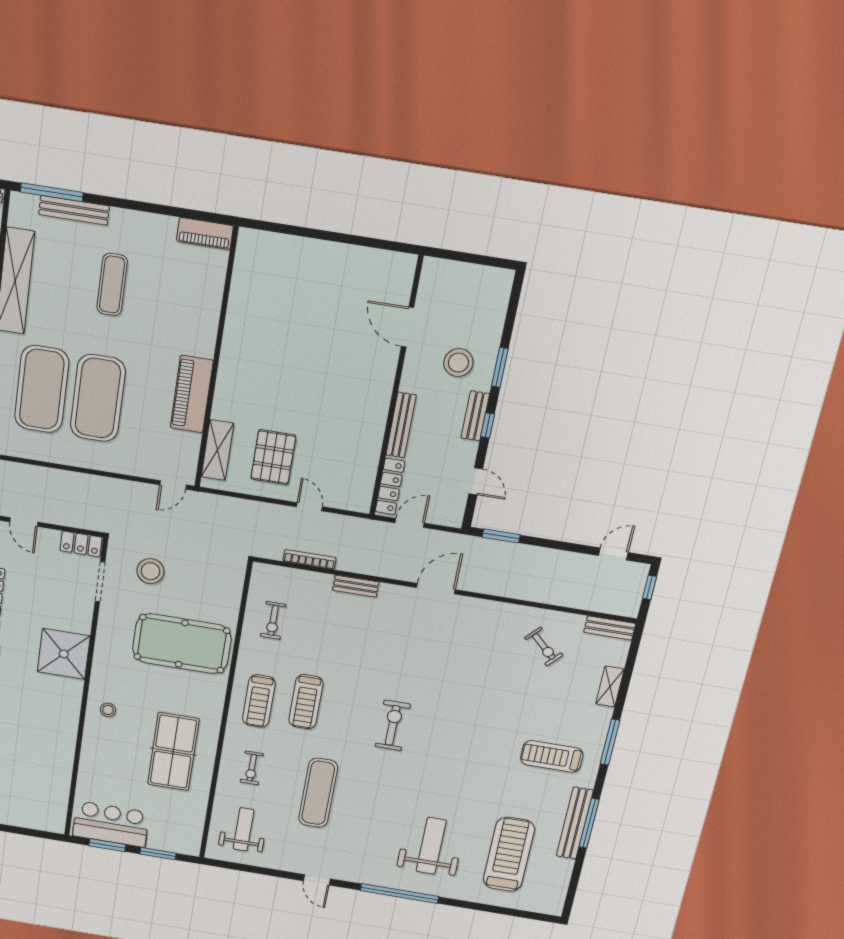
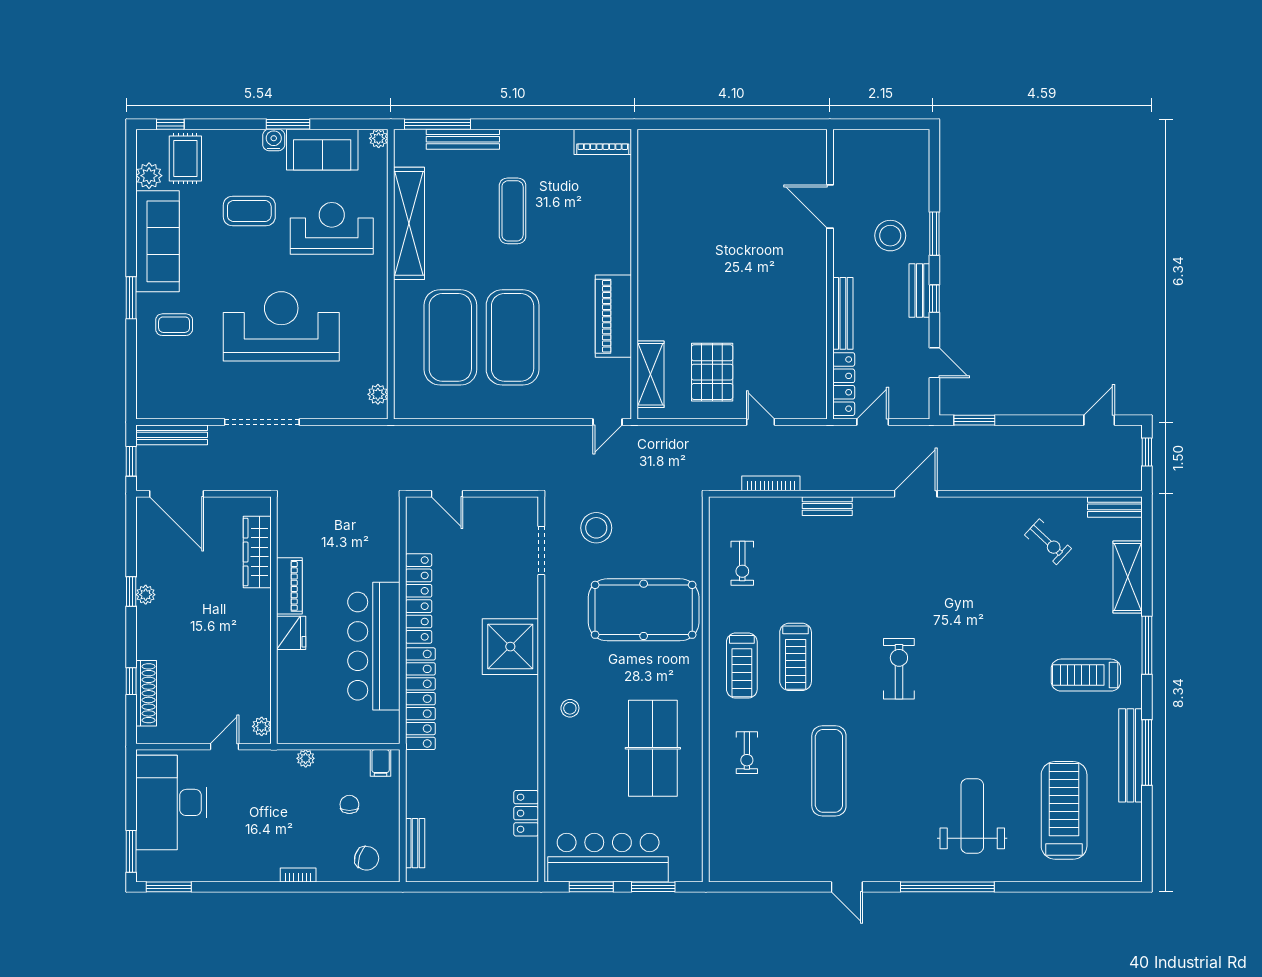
locker: (81, 544) -> (526, 813), moved, turned 90
shelving: (610, 687) -> (1128, 577), width x1.50, depth x1.33
bar counter: (111, 824) -> (608, 858), width x1.36
weight bench: (243, 829) -> (750, 835), removed

